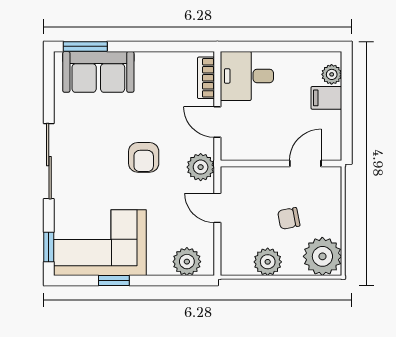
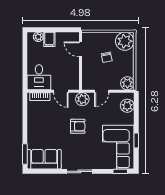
sofa: (98, 72) -> (44, 159), moved, turned -90
door: (217, 122) -> (61, 91), hinge flipped
sliding door: (49, 161) -> (79, 171), width x0.73
plant: (268, 262) -> (127, 83), moved

